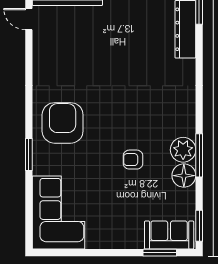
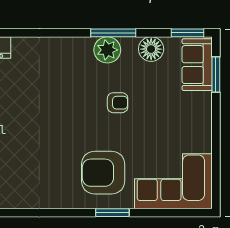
armchair: (63, 123) -> (103, 173), moved
armchair: (133, 160) -> (118, 103), turned -90
floor lamp: (184, 176) -> (151, 49), moved

